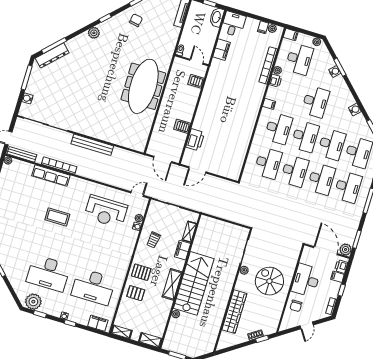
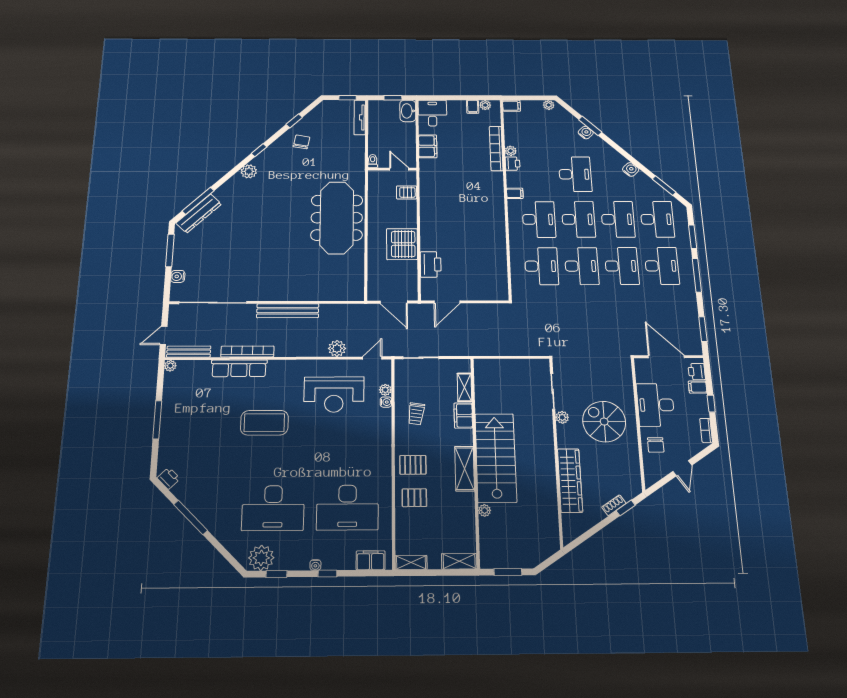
desk: (299, 59) -> (534, 130), removed
server rack: (182, 126) -> (402, 244), width x2.18, depth x1.44
coffee table: (57, 217) -> (264, 423), width x1.36, depth x1.32
plant: (346, 249) -> (337, 348), moved

